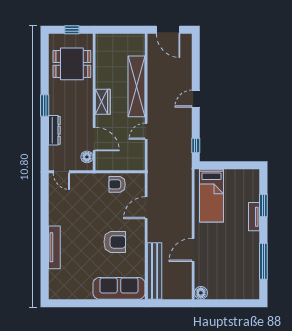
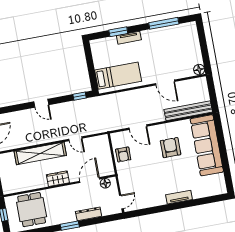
tv unit: (54, 247) -> (179, 197), width x0.71
sofa: (119, 288) -> (207, 145), width x1.36, depth x1.27

